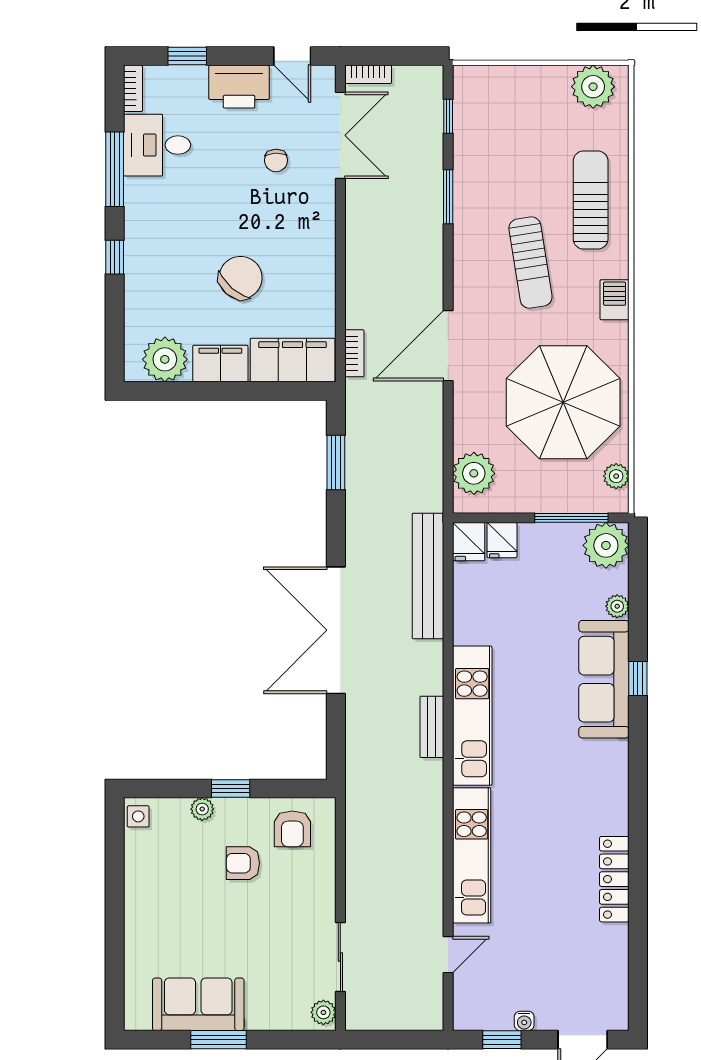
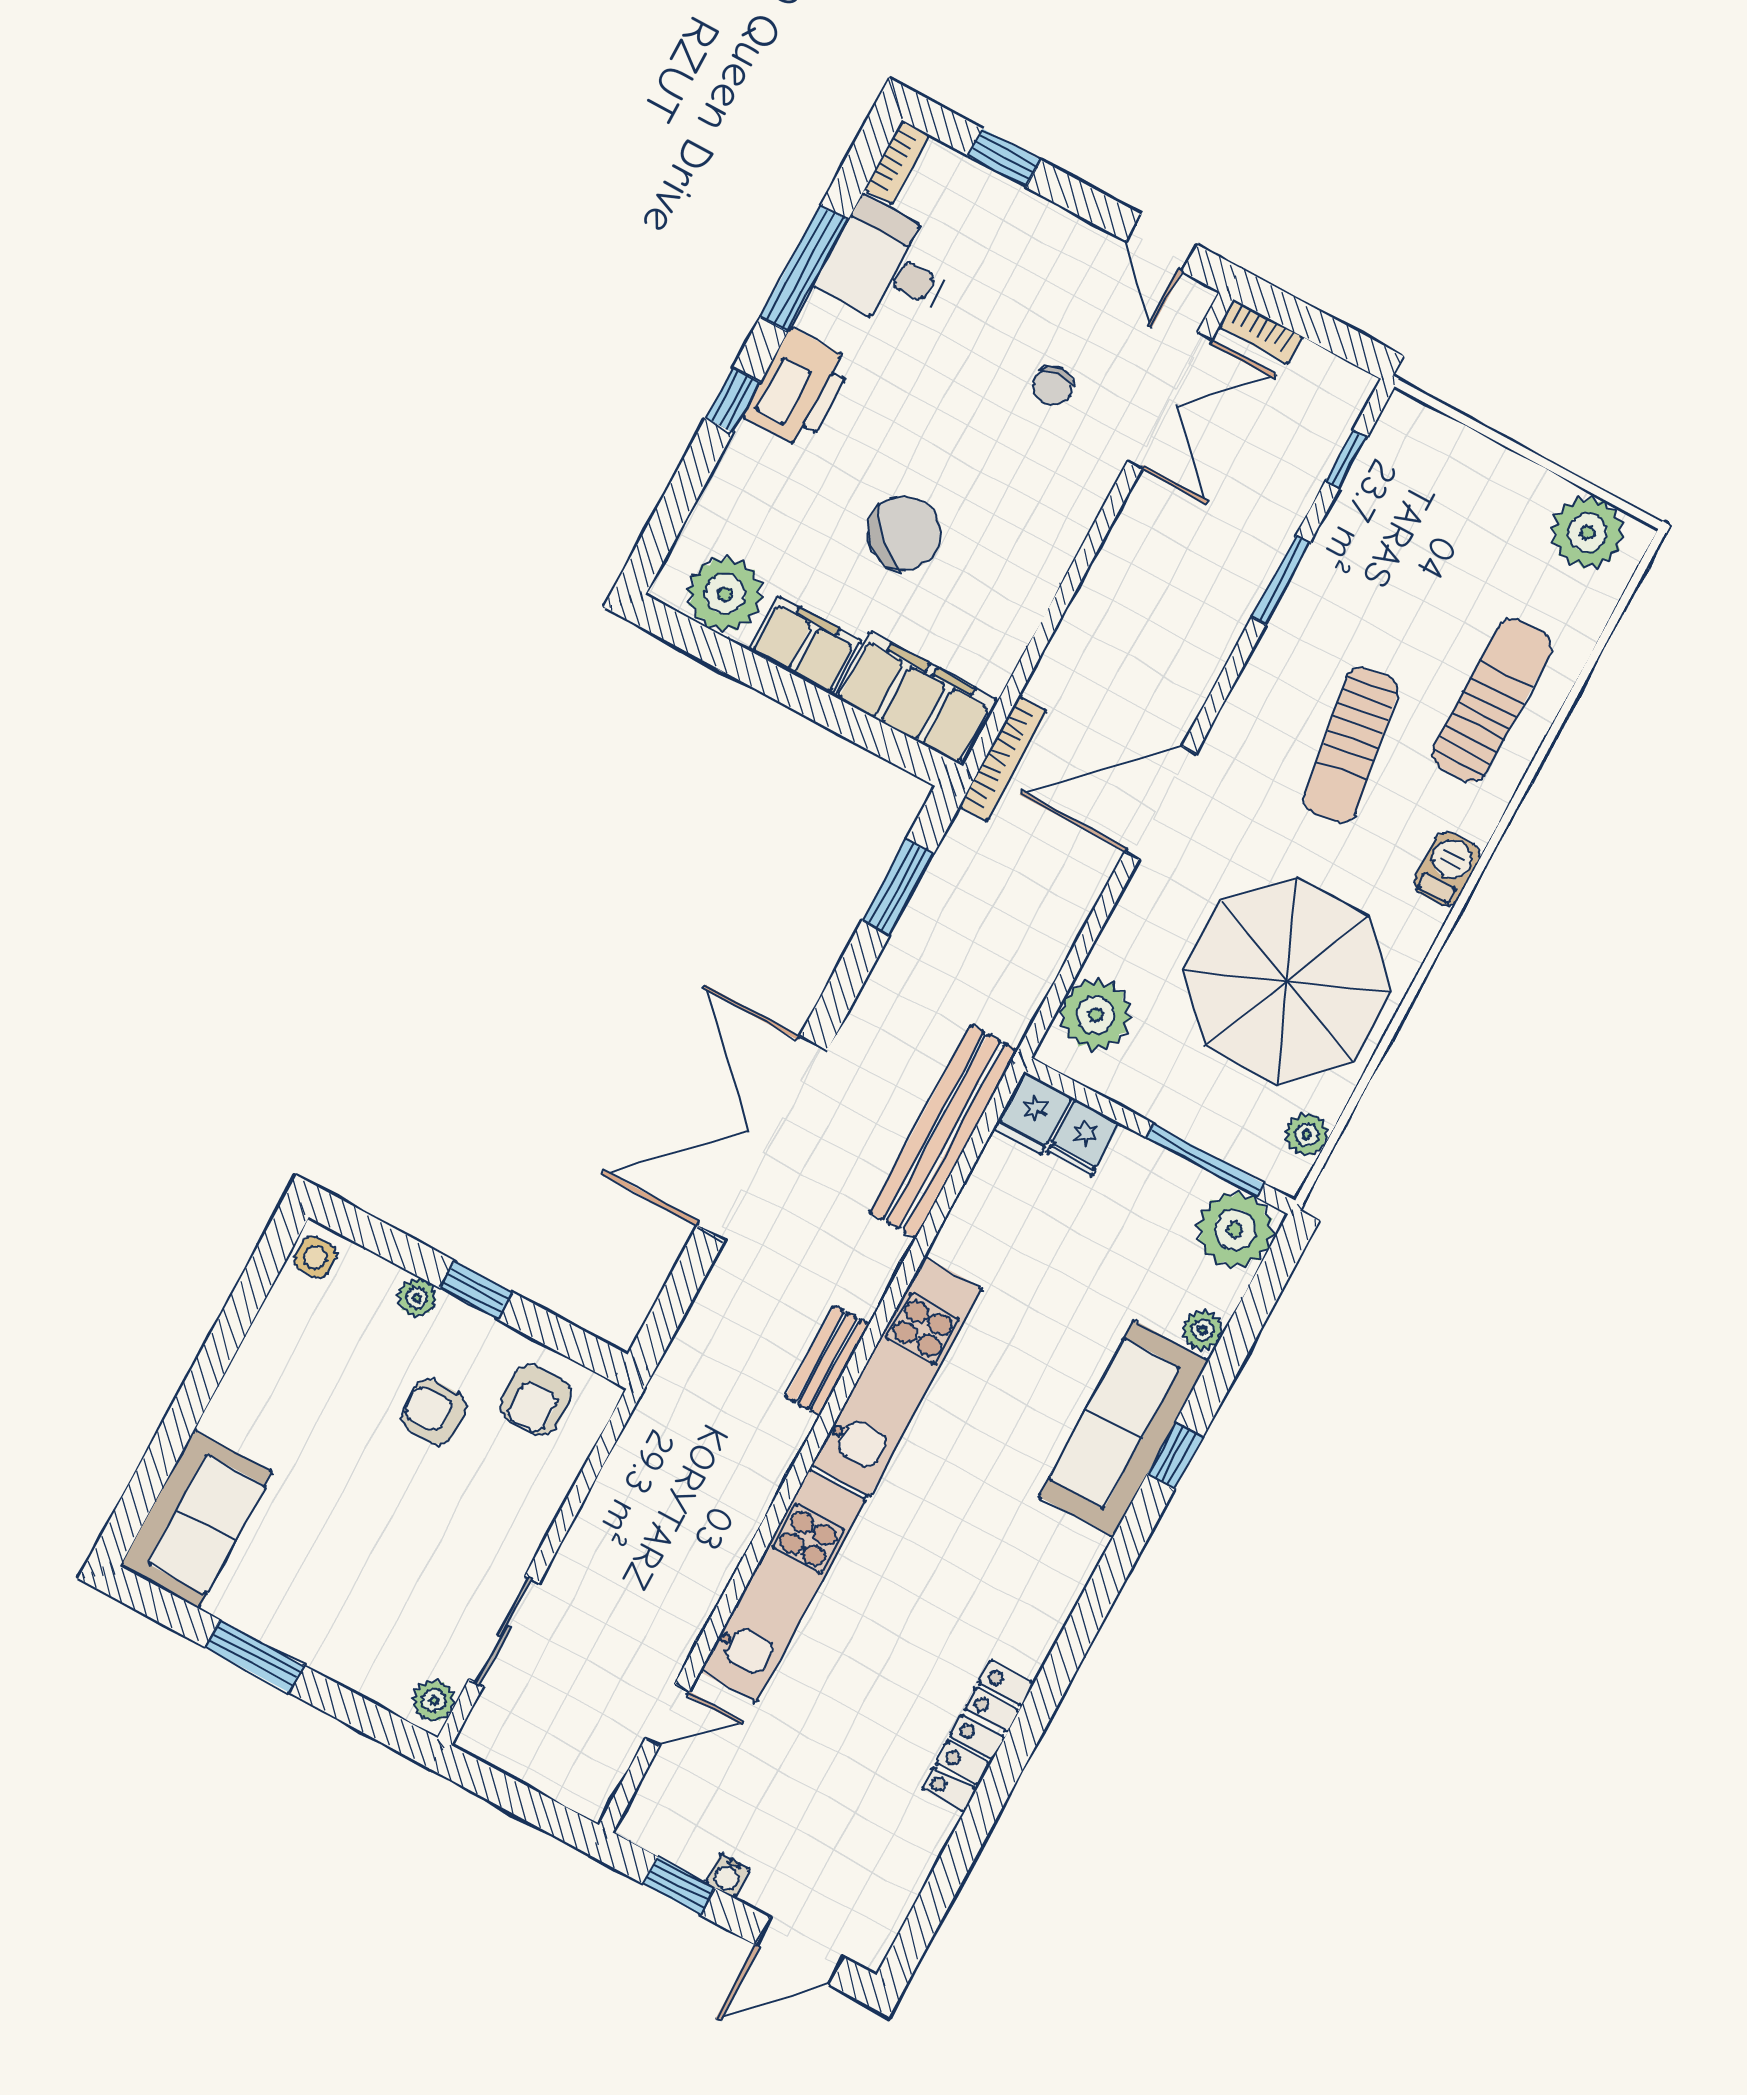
printer: (239, 87) -> (798, 389), moved, turned -90
bookcase: (354, 353) -> (1003, 758), width x1.56
sofa: (198, 1004) -> (196, 1519), moved, turned 90

